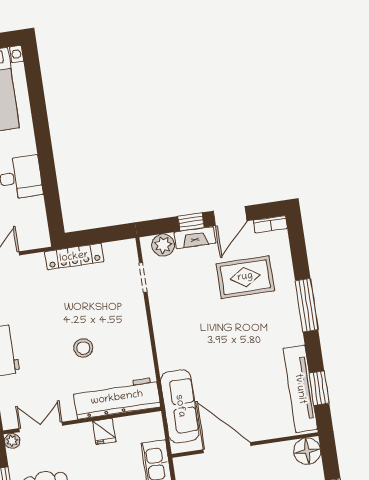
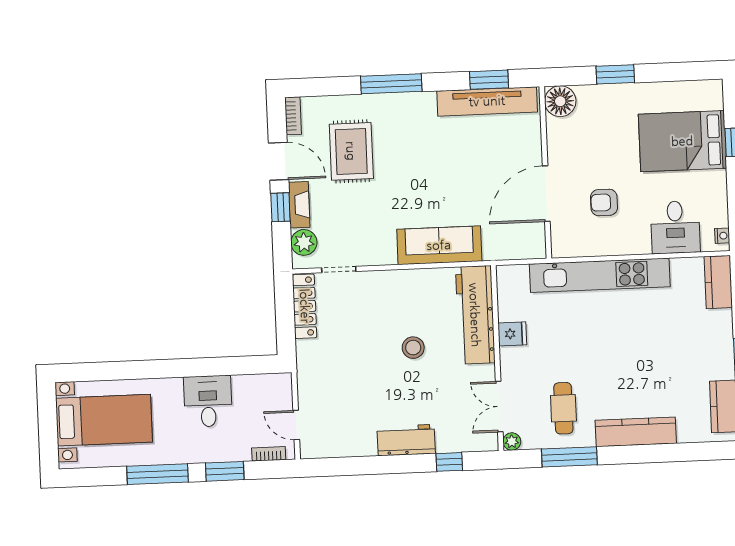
locker: (74, 257) -> (305, 306), moved
sofa: (180, 406) -> (439, 245), moved

